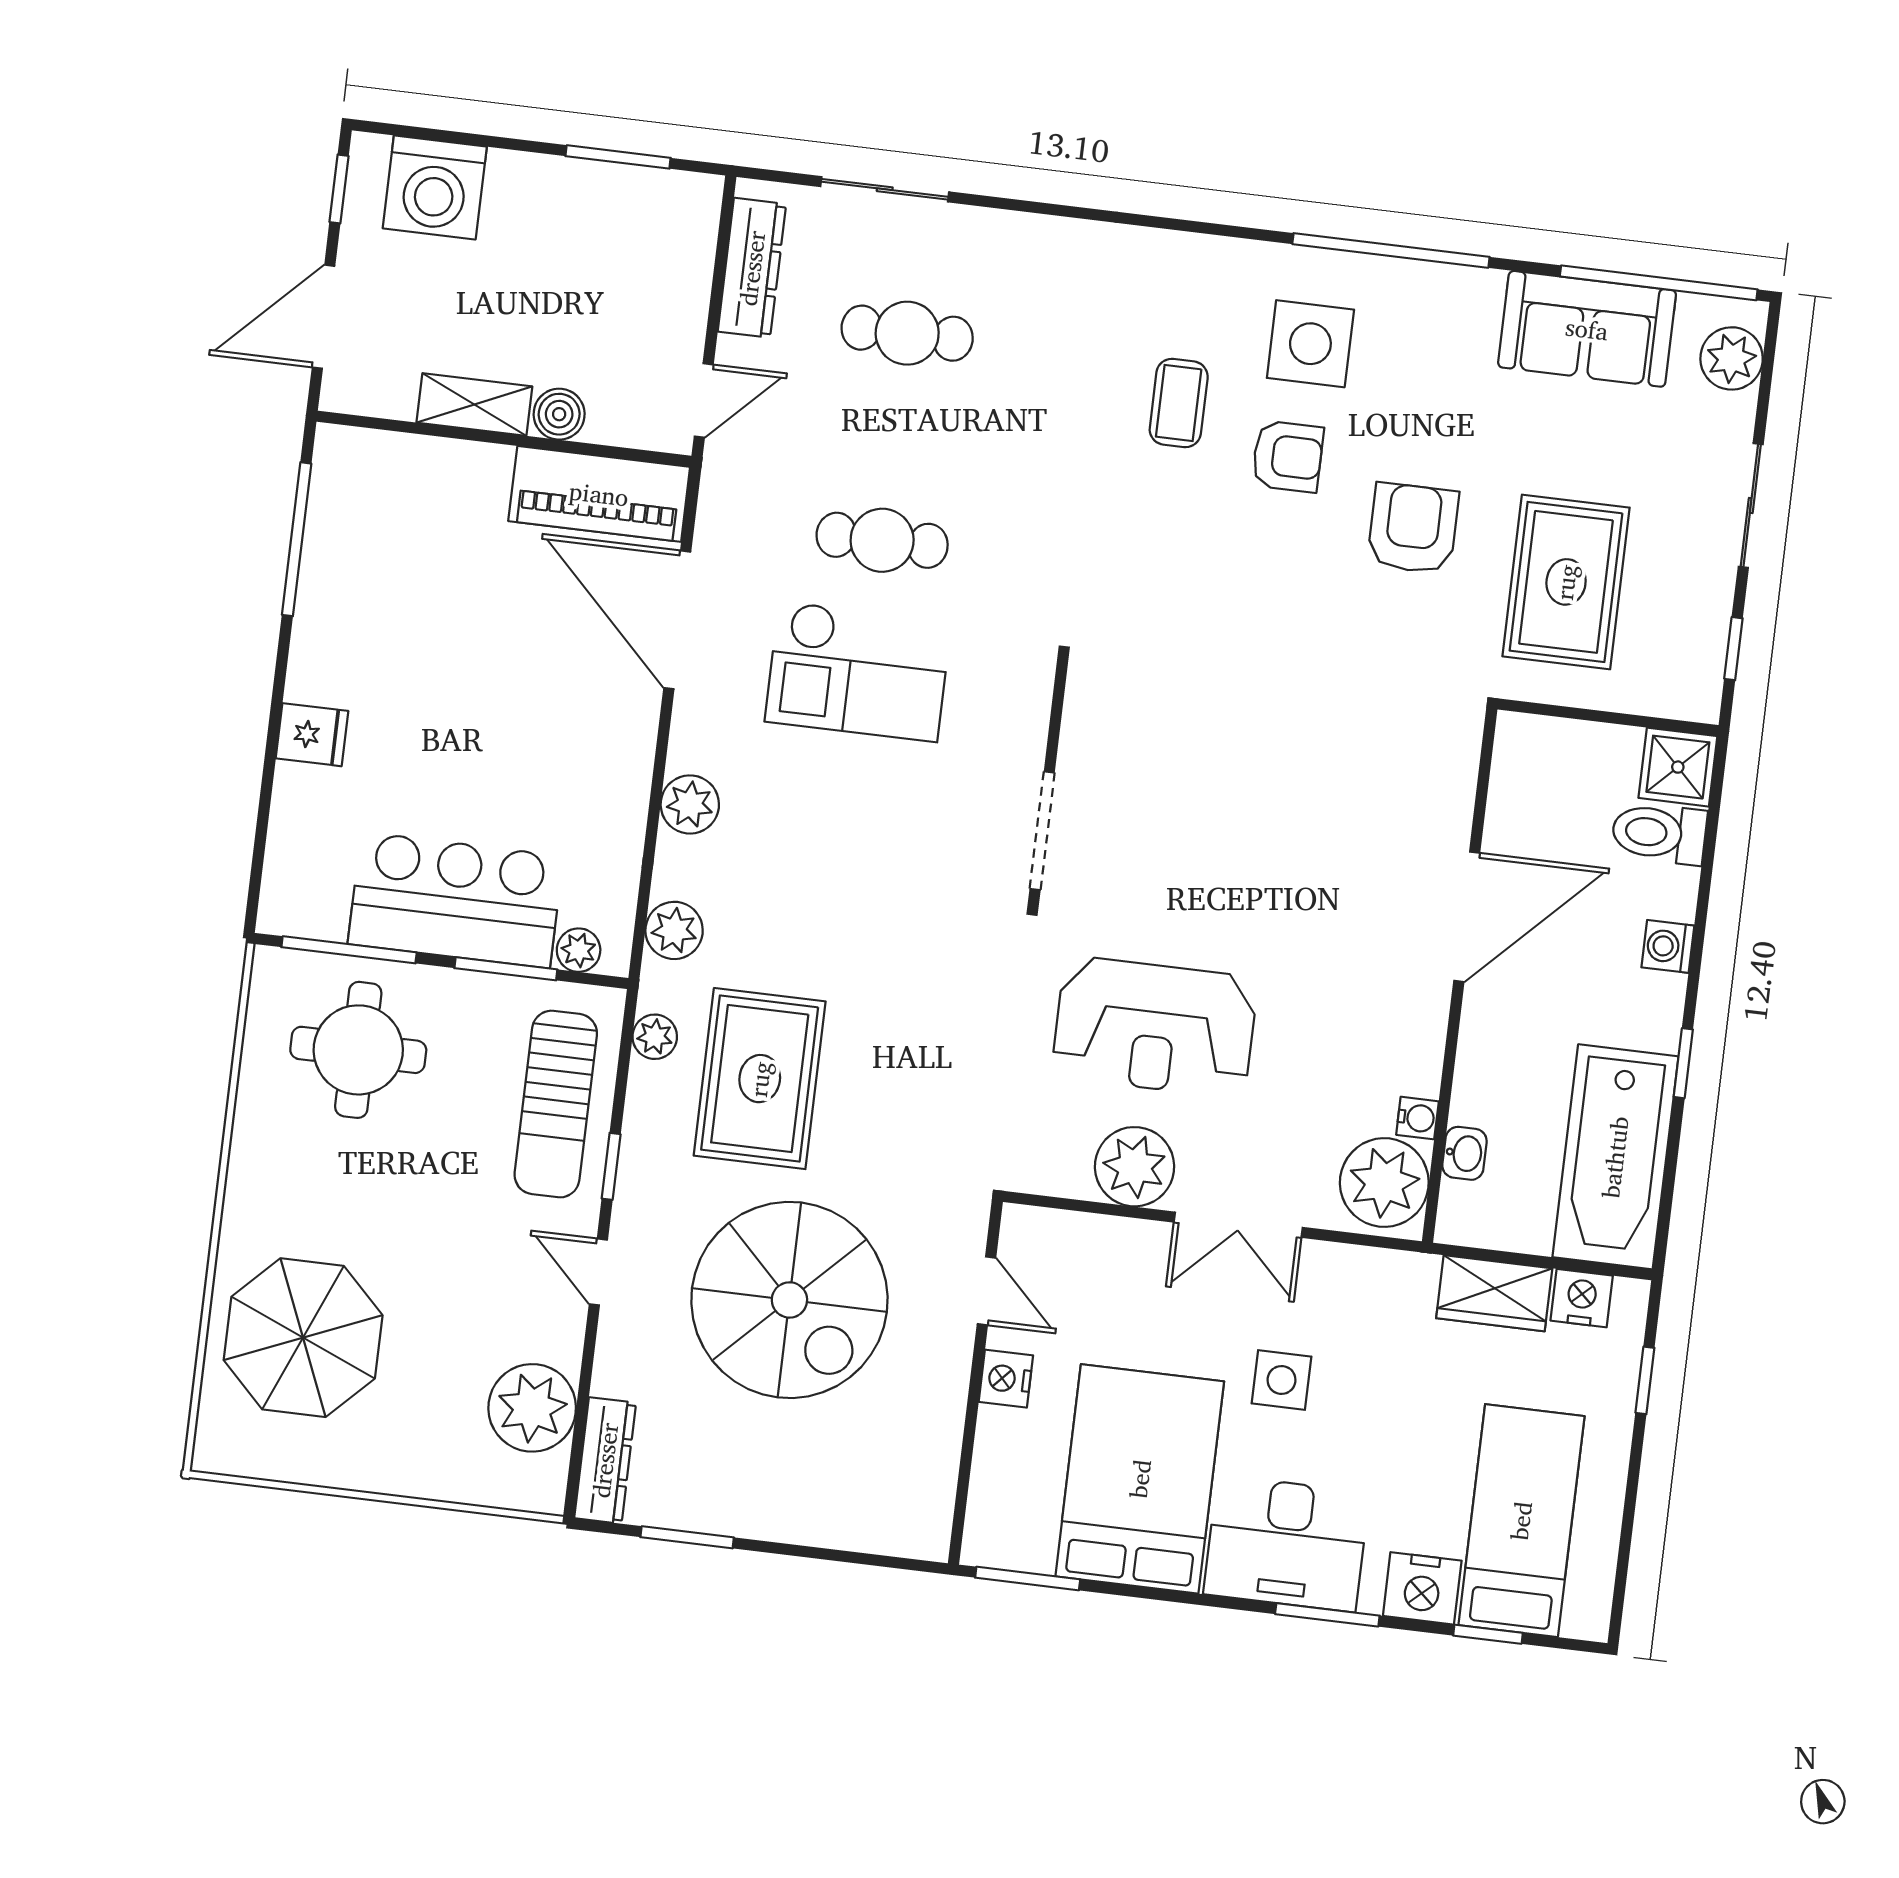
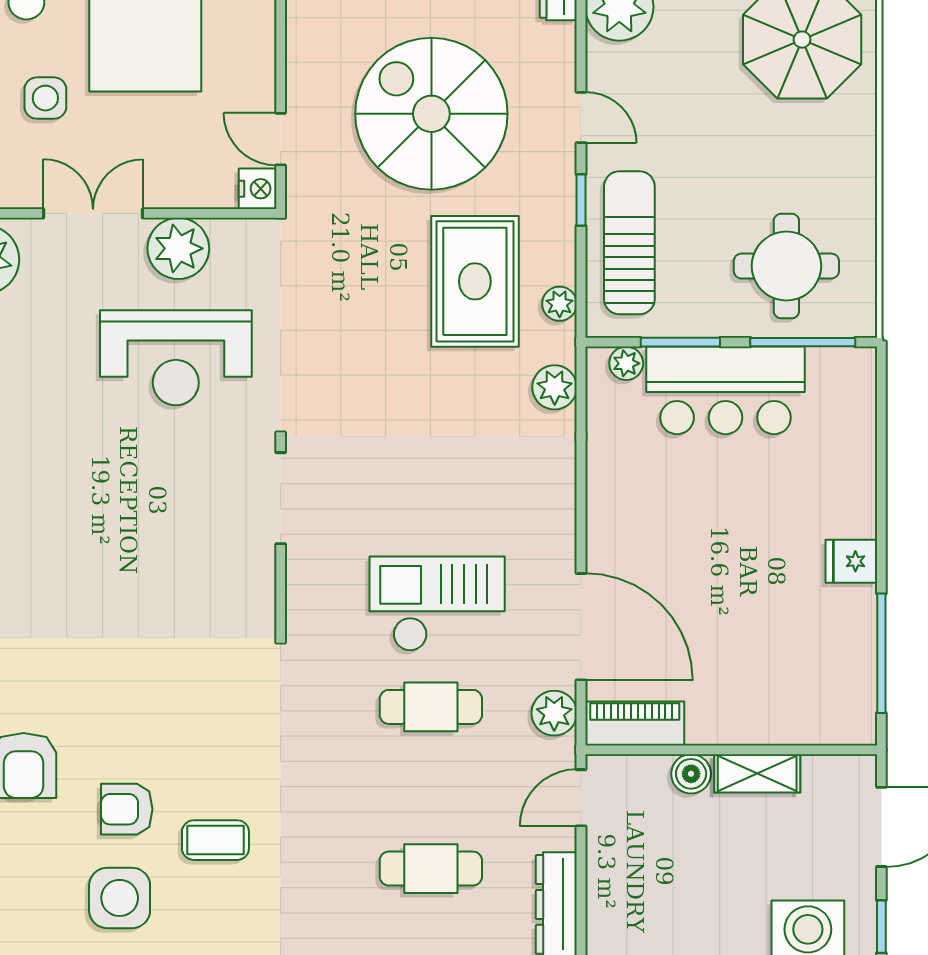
coffee table: (1179, 403) -> (215, 840), turned 90
piano: (599, 494) -> (635, 723), width x0.73, depth x0.75
fridge: (312, 735) -> (851, 561), moved
plant: (690, 804) -> (554, 713), moved
reception desk: (1155, 1027) -> (176, 358), turned 180
nightstand: (1006, 1379) -> (258, 189), moved

